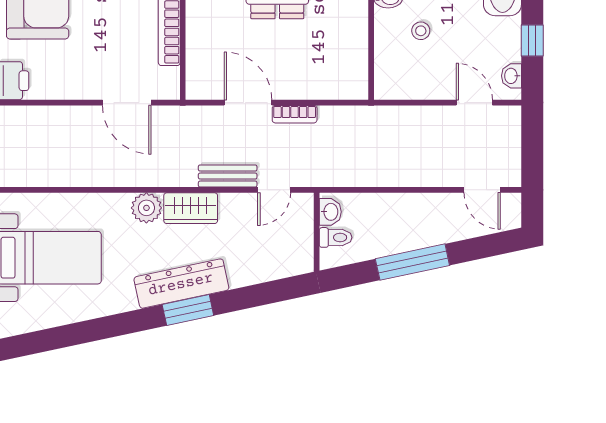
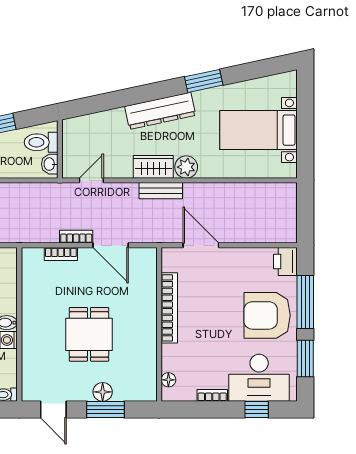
bookcase: (315, 91) -> (61, 254), added
bench: (228, 176) -> (161, 191), moved
toilet: (336, 237) -> (41, 142), width x1.37, depth x1.39
window: (188, 310) -> (204, 81), moved

